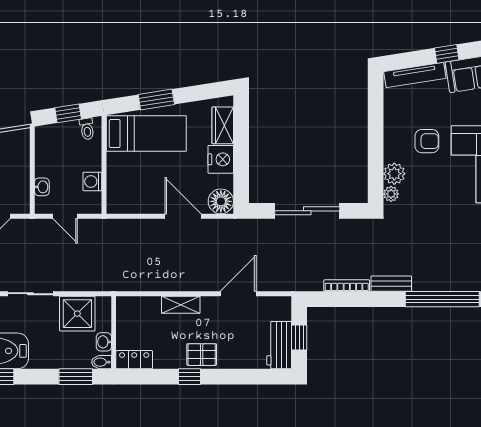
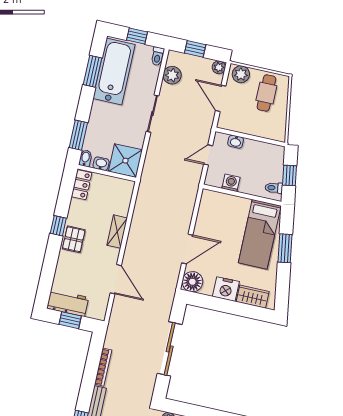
shower: (77, 314) -> (125, 161), moved

